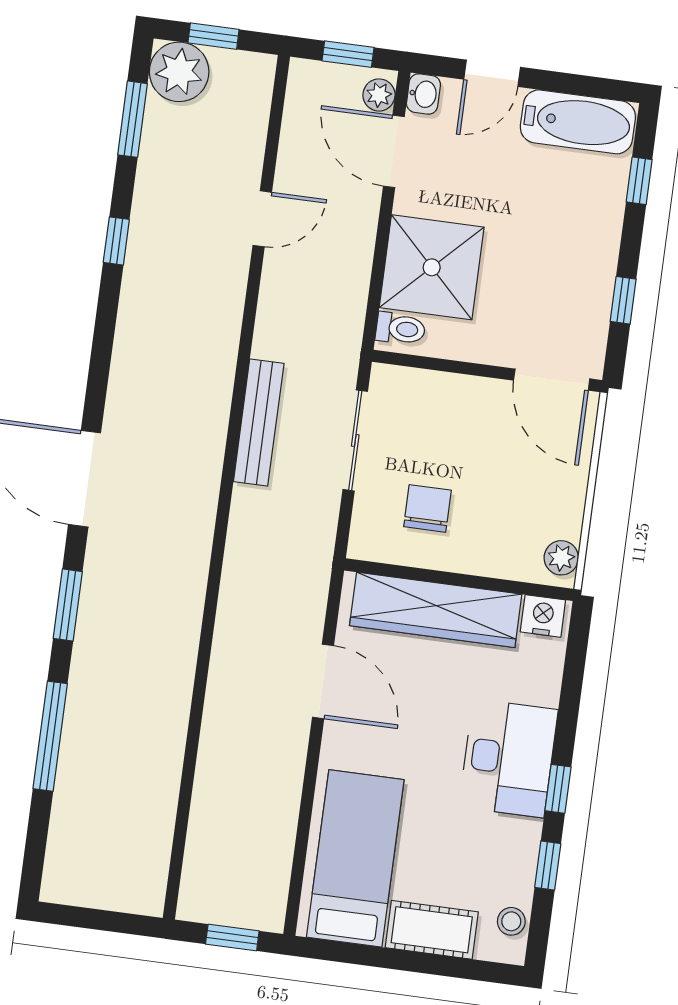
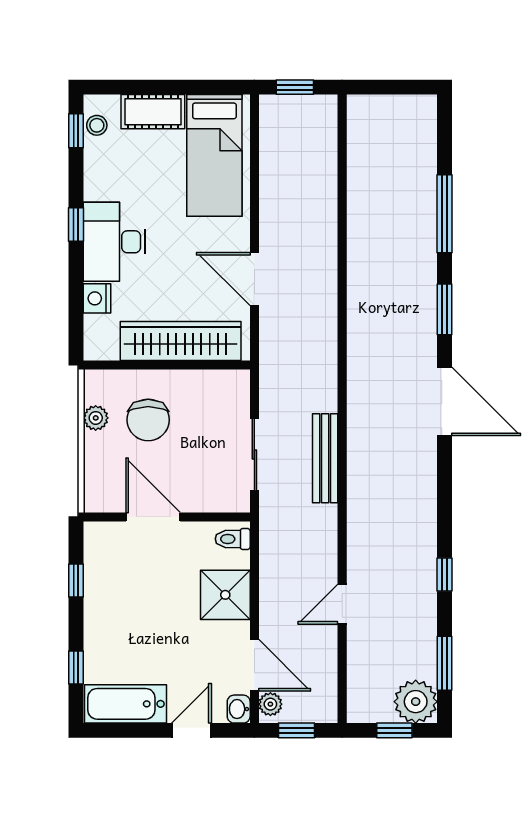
shower: (432, 267) -> (225, 595), width x0.73, depth x0.73
door: (552, 380) -> (153, 517), moved
chair: (427, 508) -> (148, 420), moved, width x1.37, depth x1.37
plant: (561, 558) -> (96, 418), moved
nightstand: (543, 616) -> (97, 298), moved, turned 90
window: (548, 865) -> (76, 131), moved

